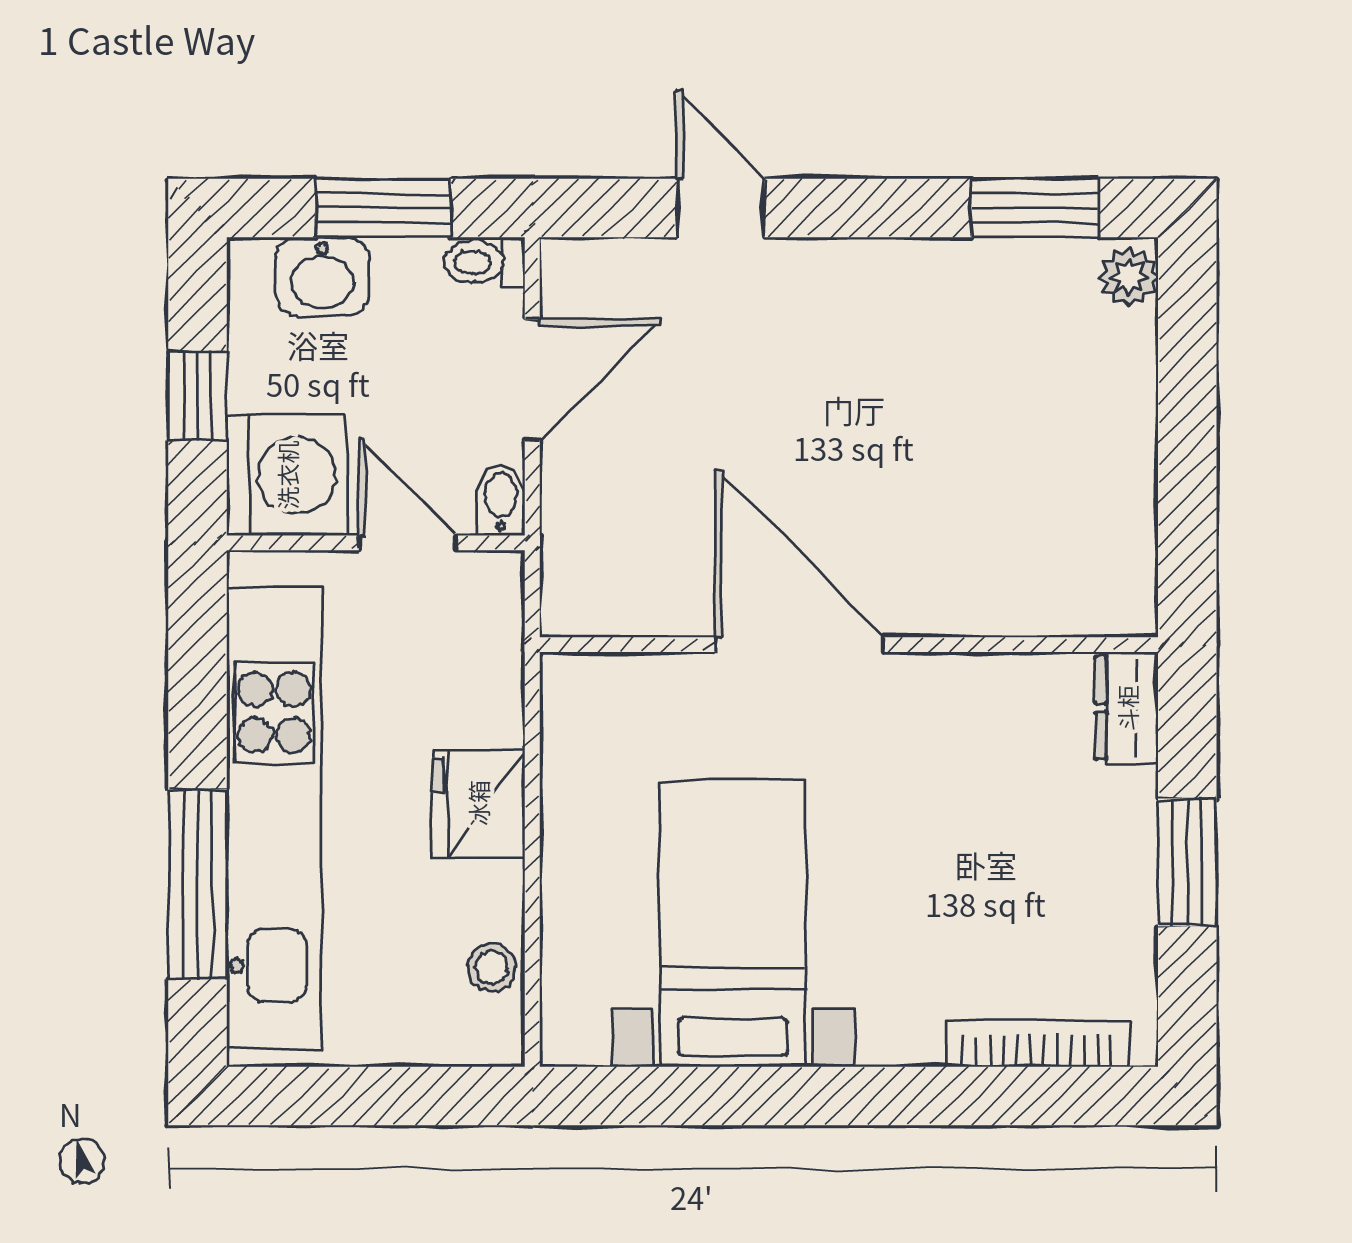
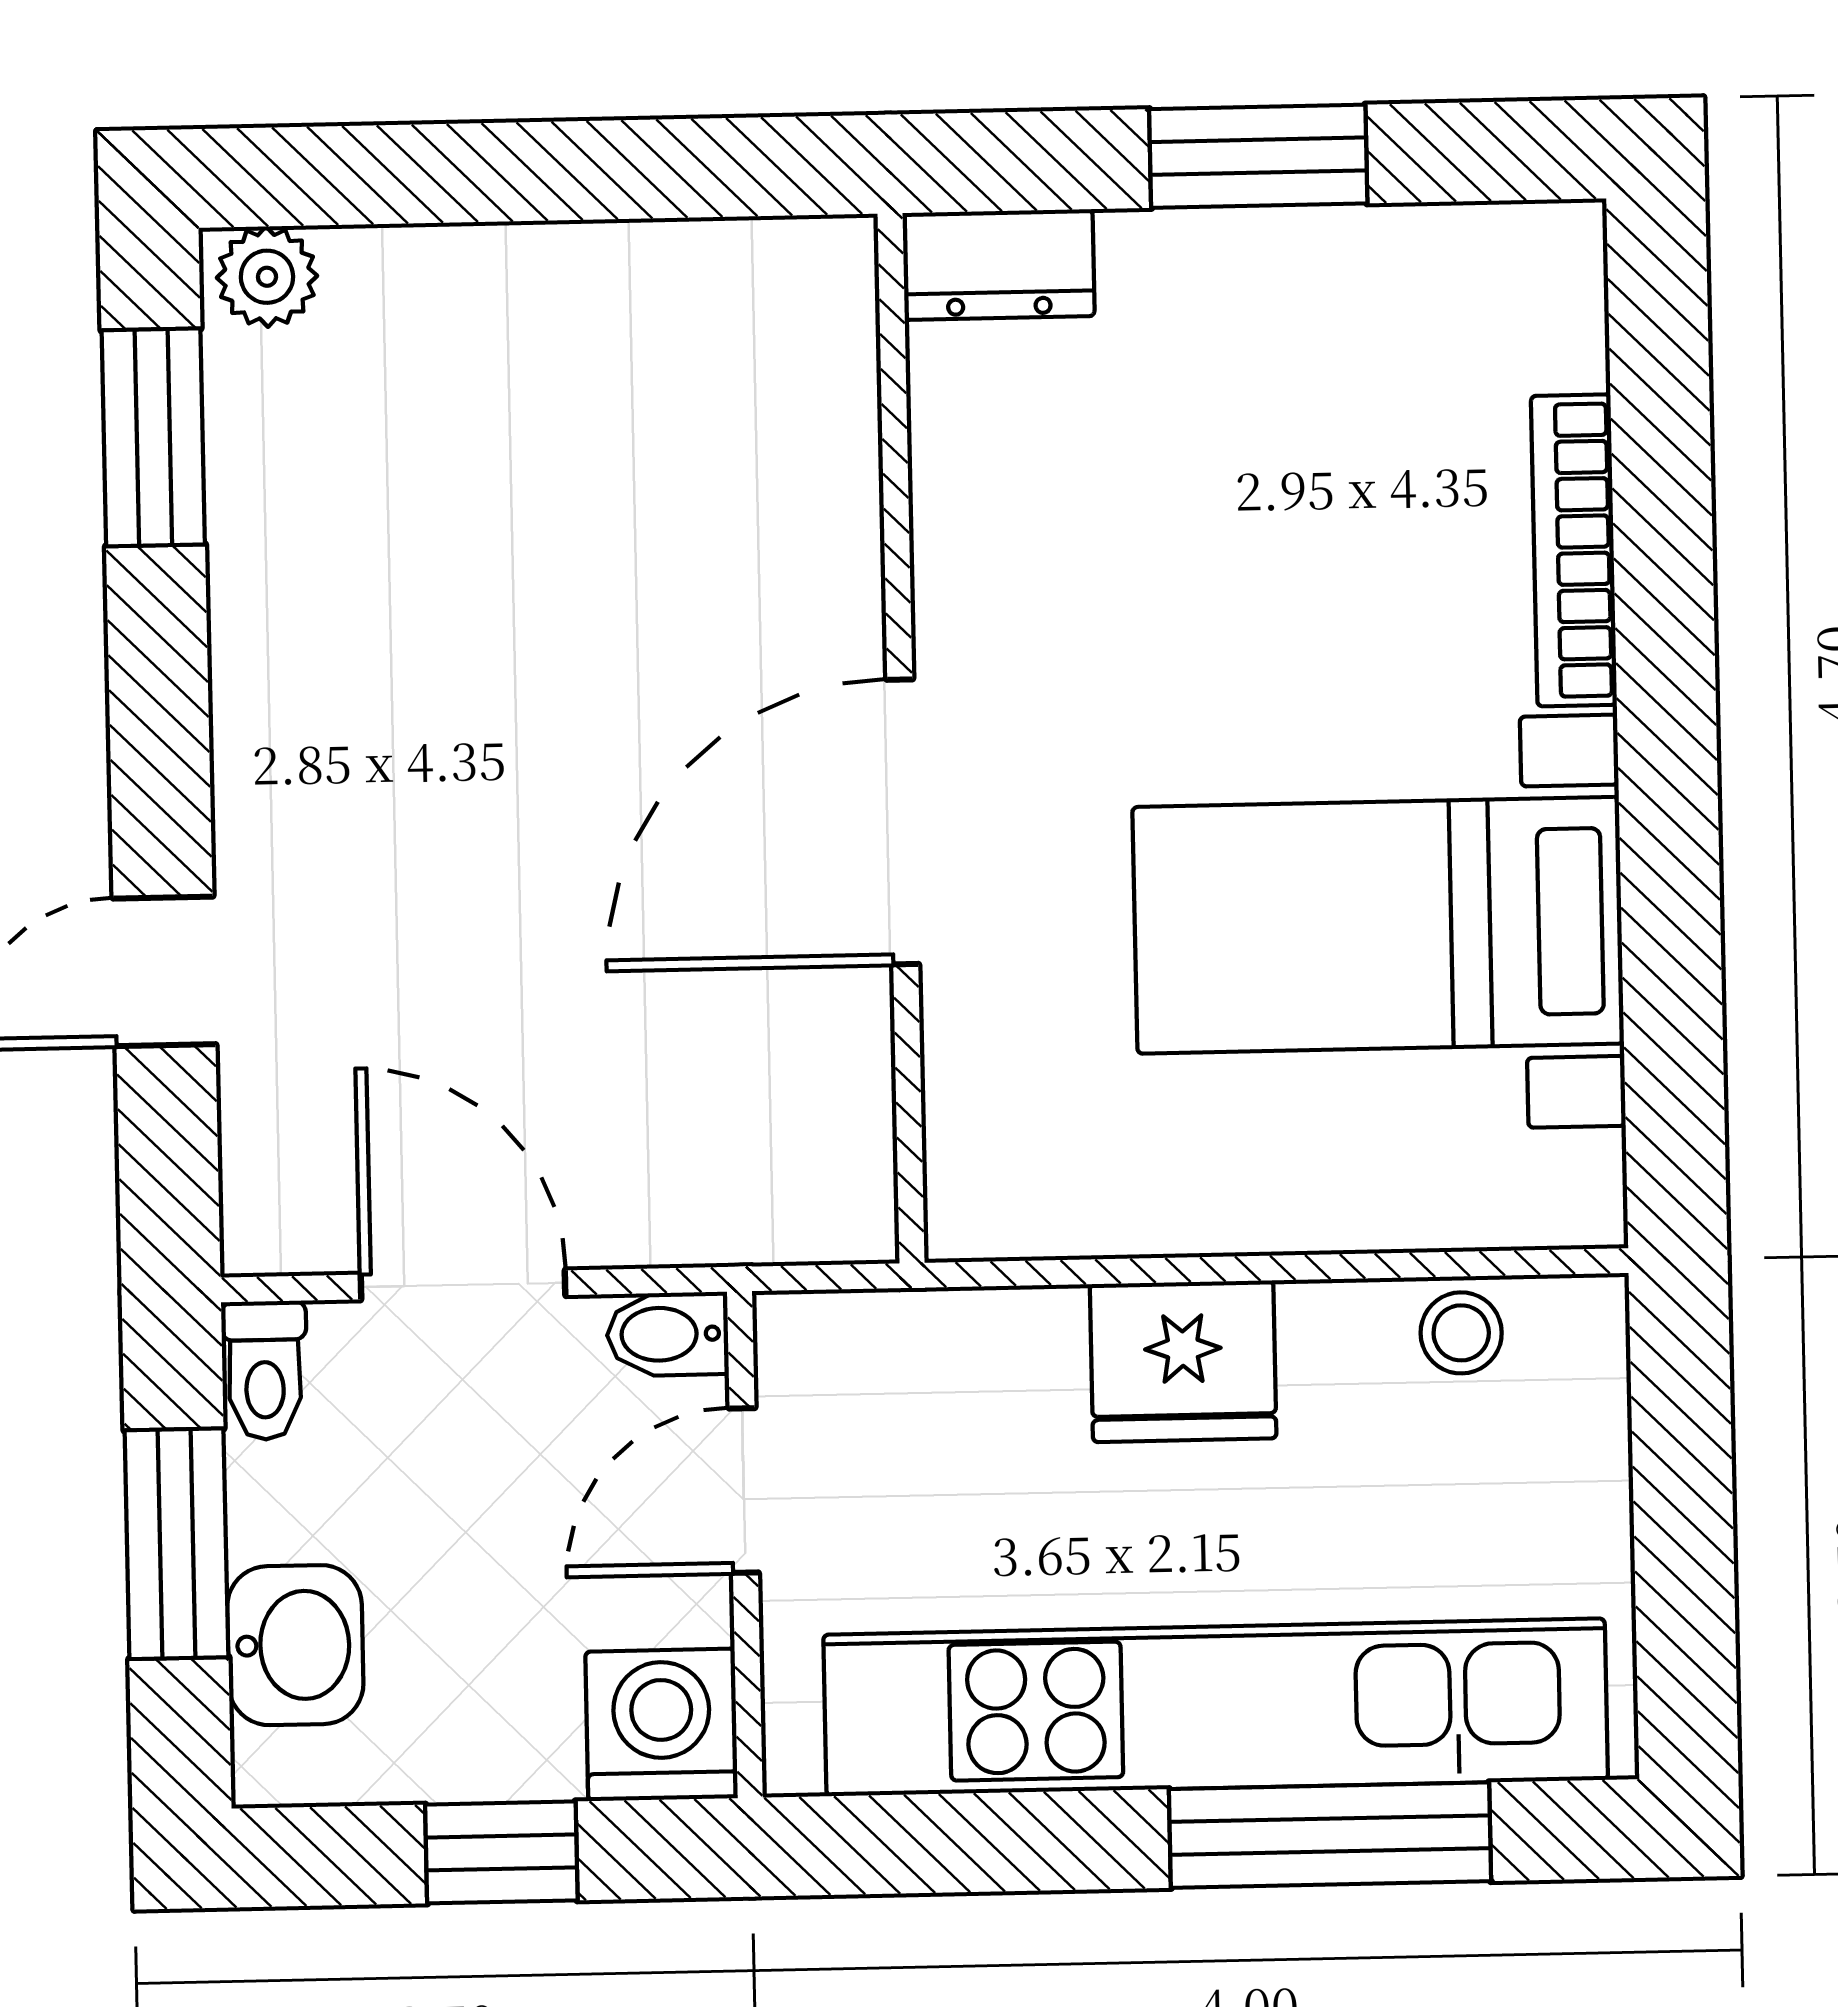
washing machine: (287, 475) -> (662, 1725), width x0.73, depth x0.73
bookcase: (1037, 1043) -> (1574, 550), moved

